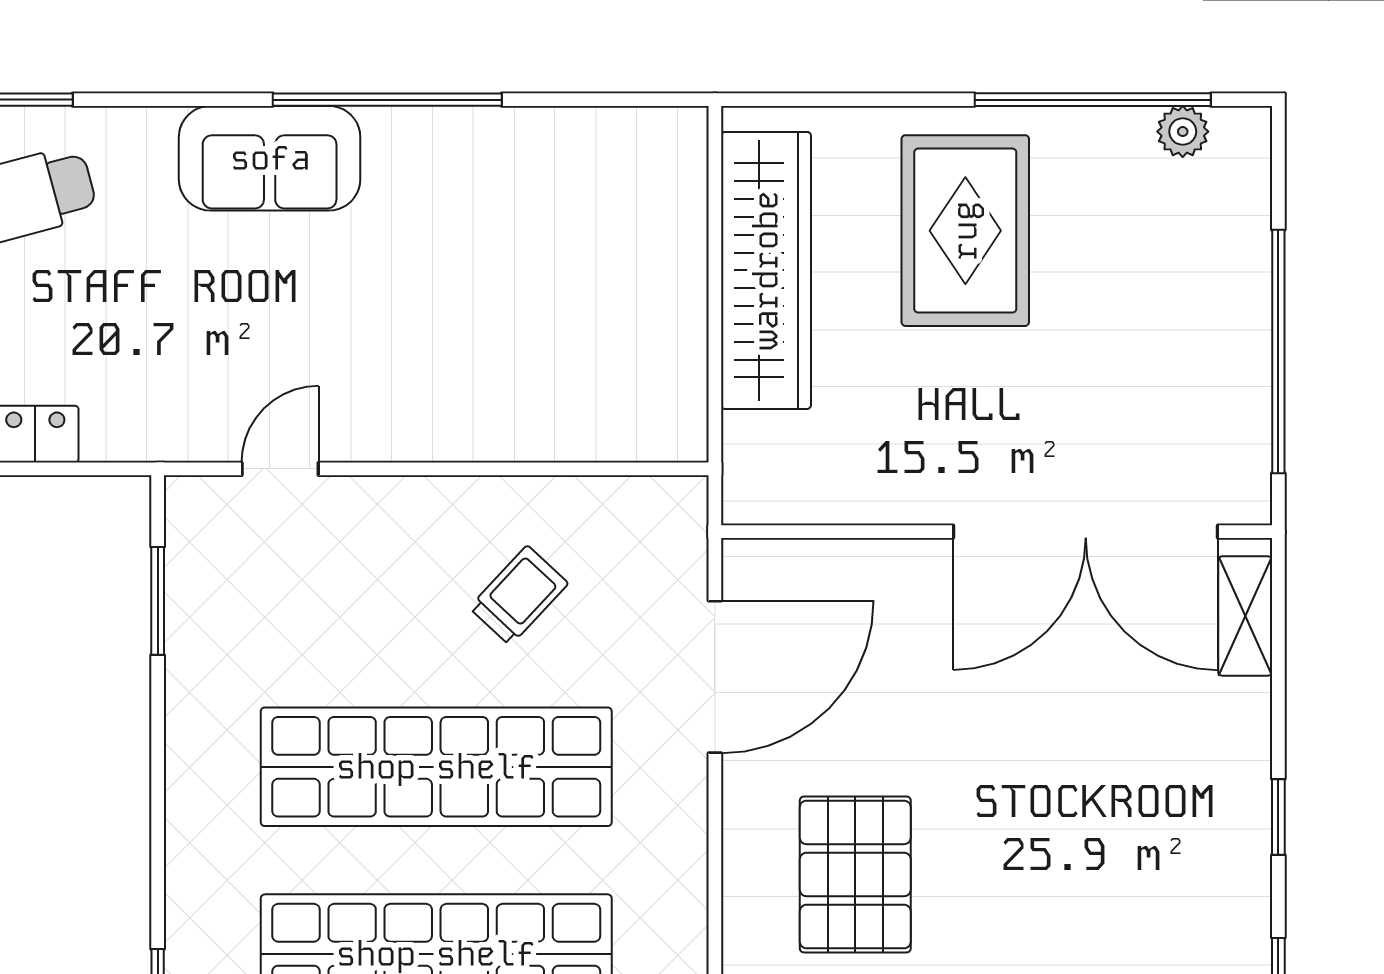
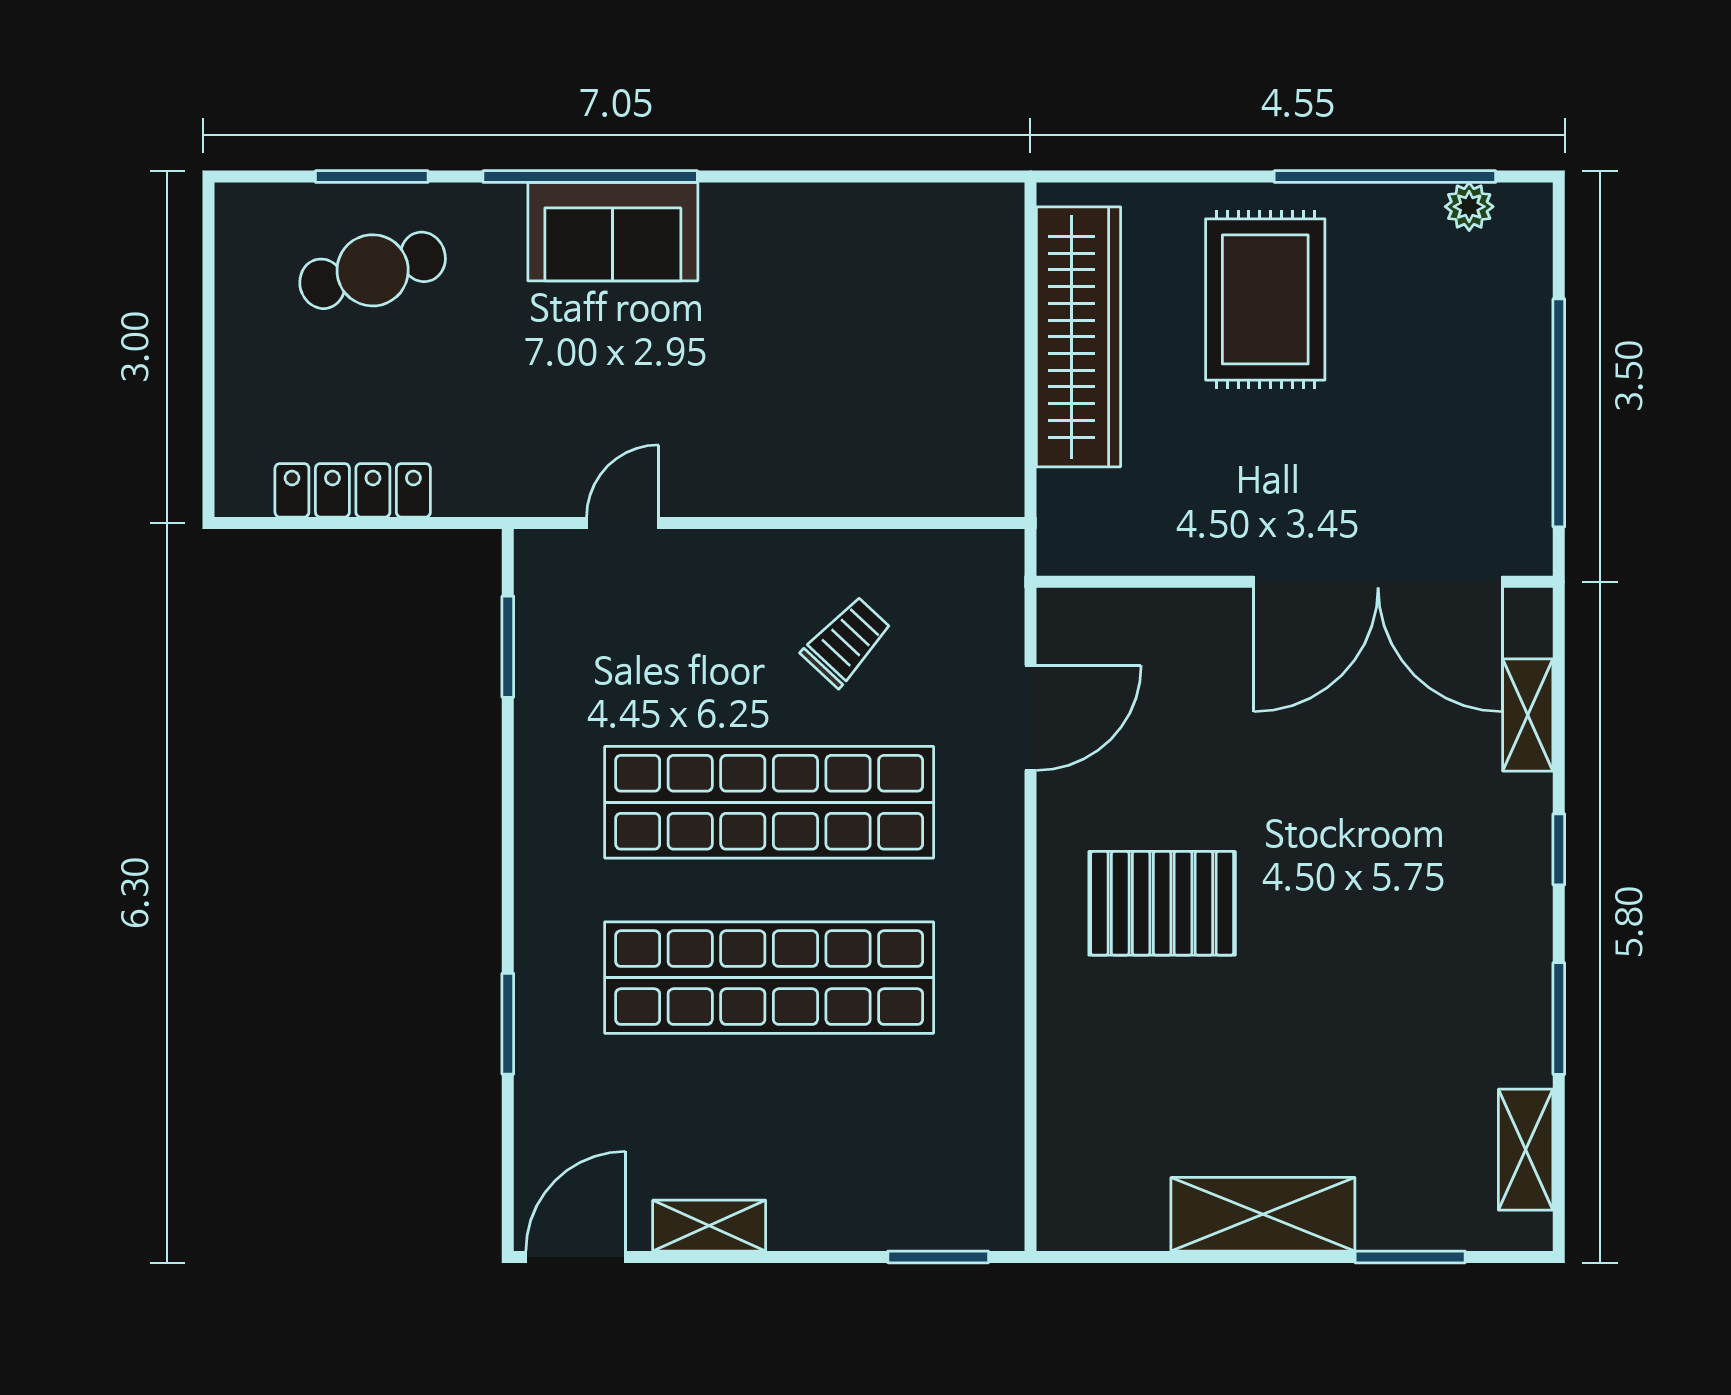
window: (387, 100) -> (590, 177), moved
shelving: (1245, 616) -> (1528, 715), moved
door: (715, 677) -> (1030, 718), width x0.73
pallet: (855, 874) -> (1162, 903), turned 90

